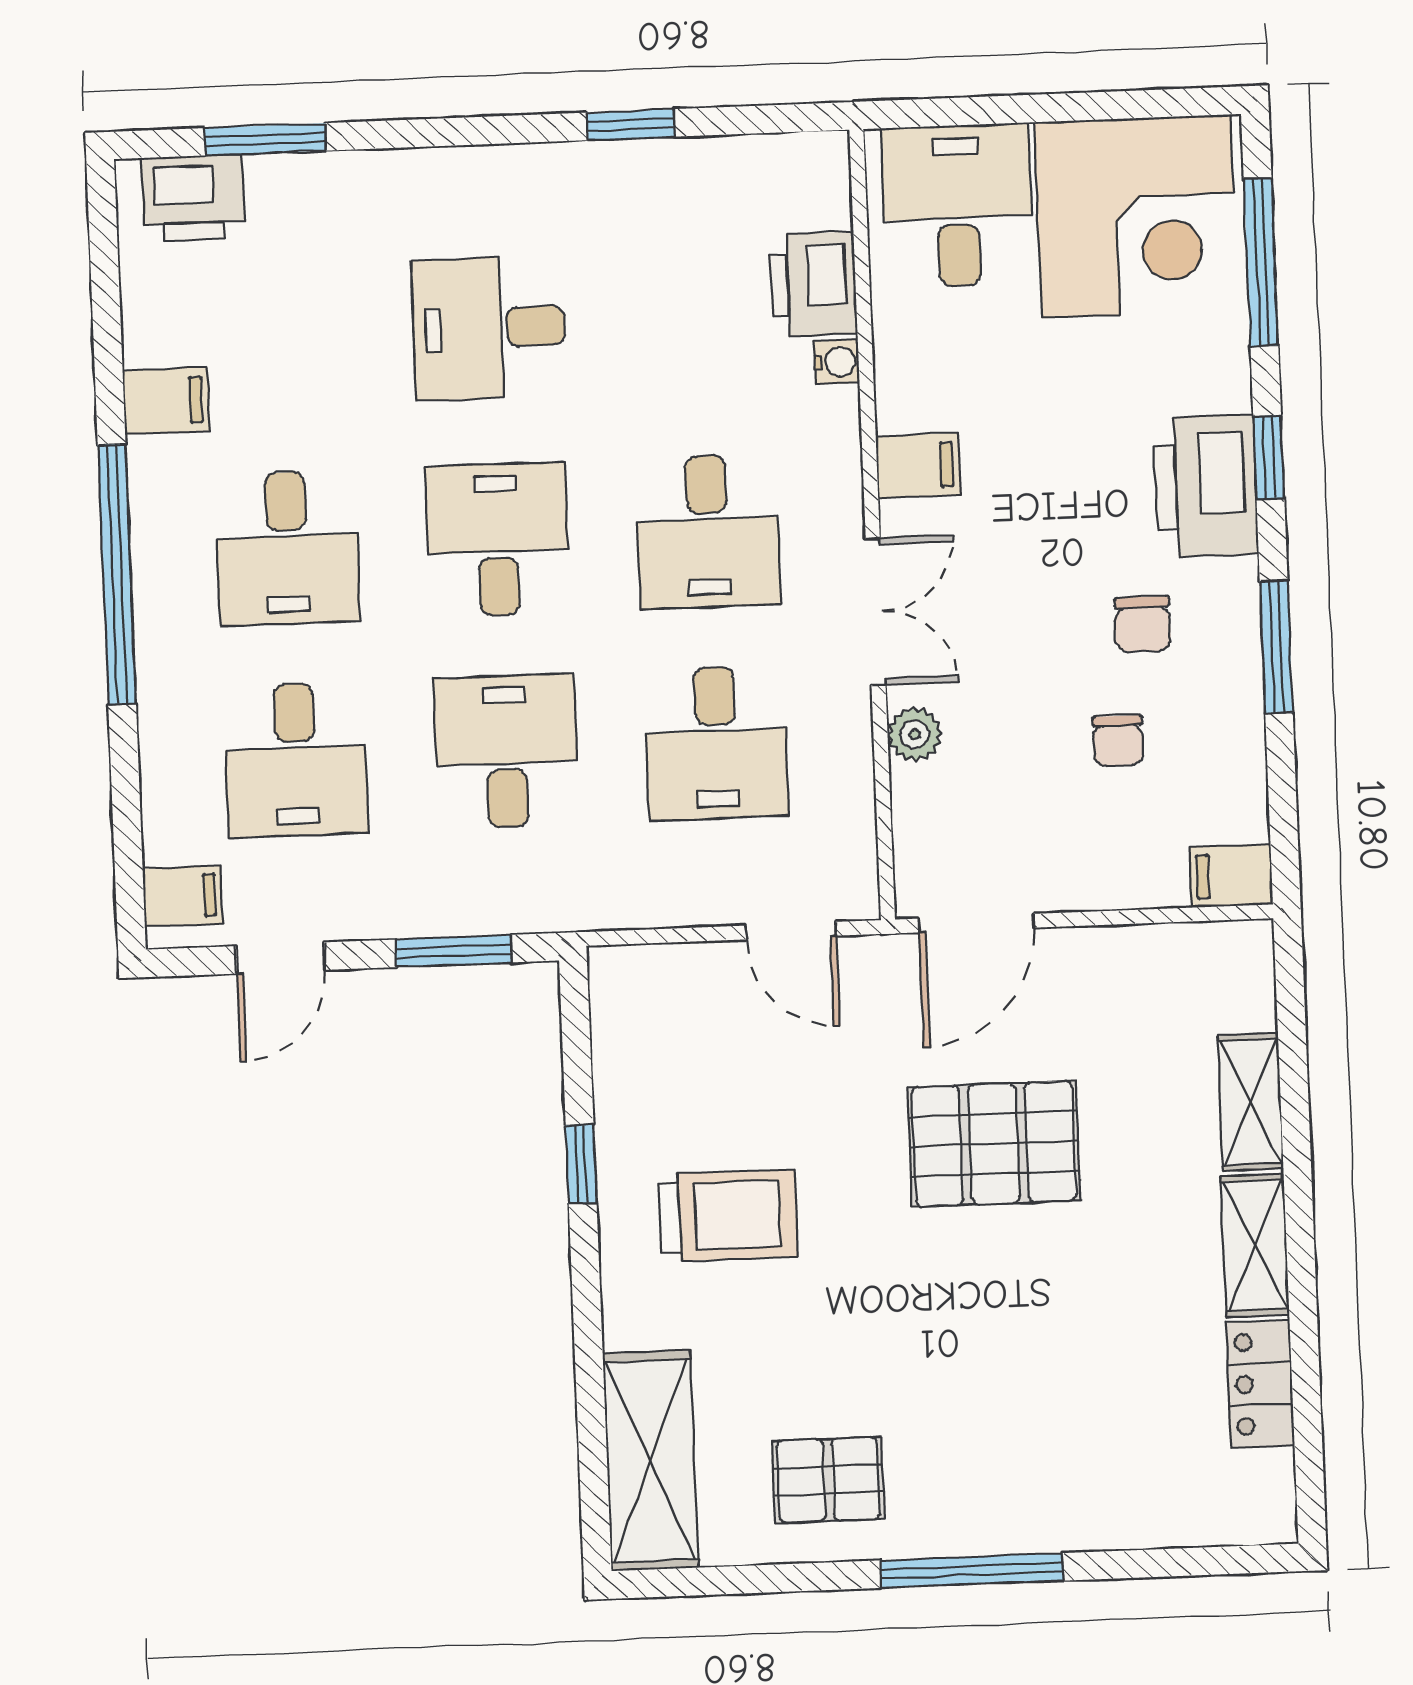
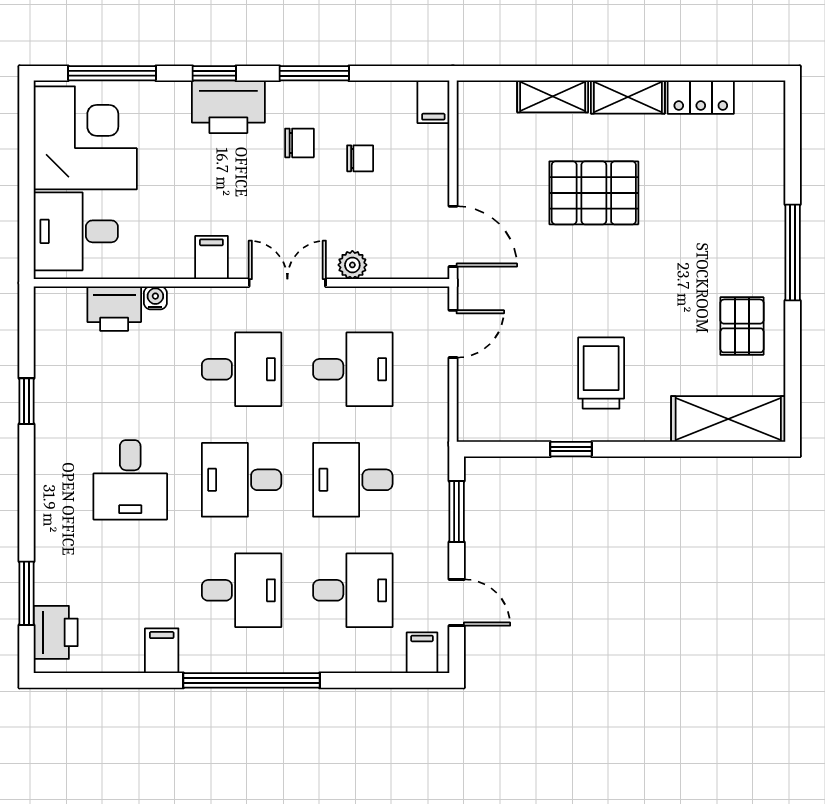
pallet: (994, 1144) -> (594, 193), moved, turned 90

